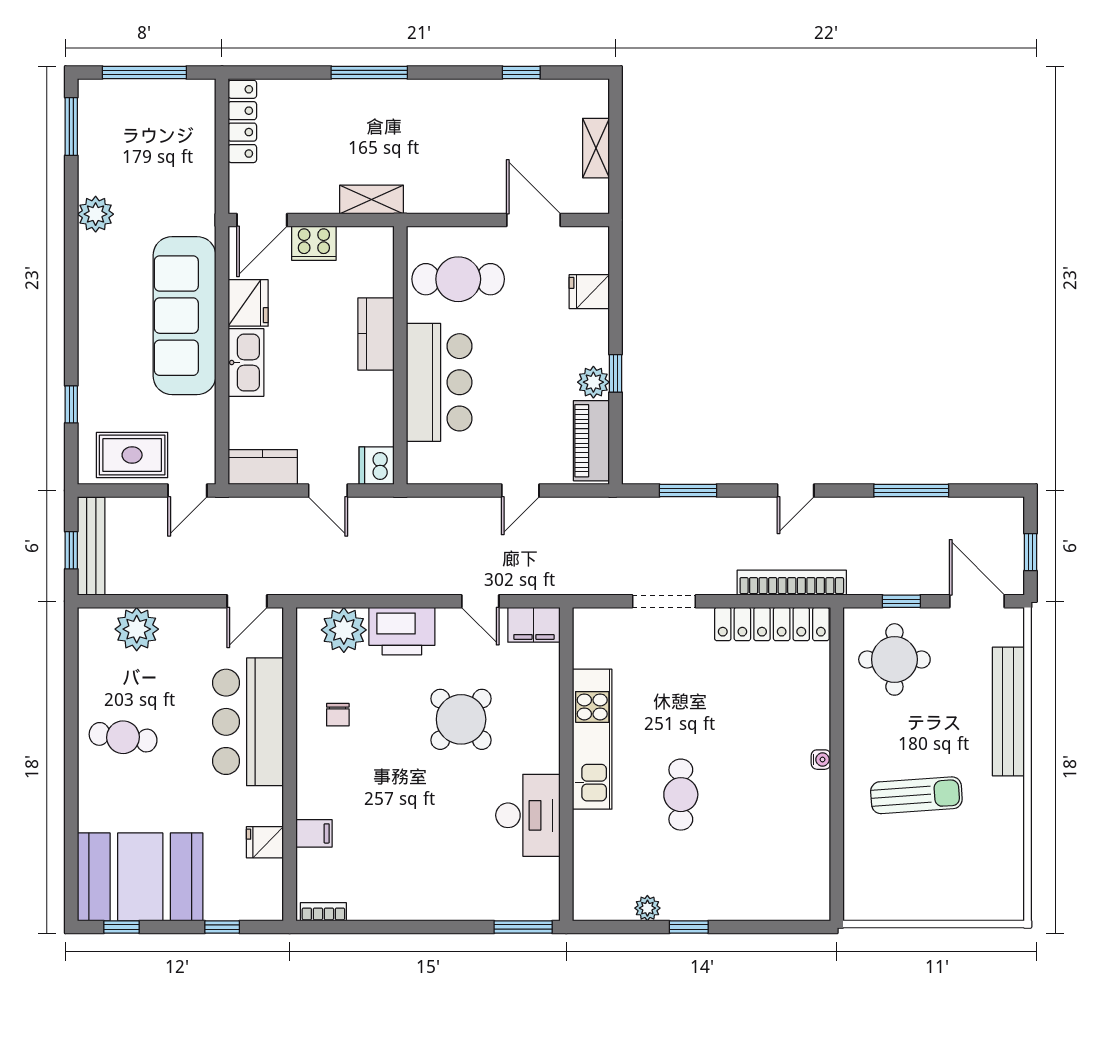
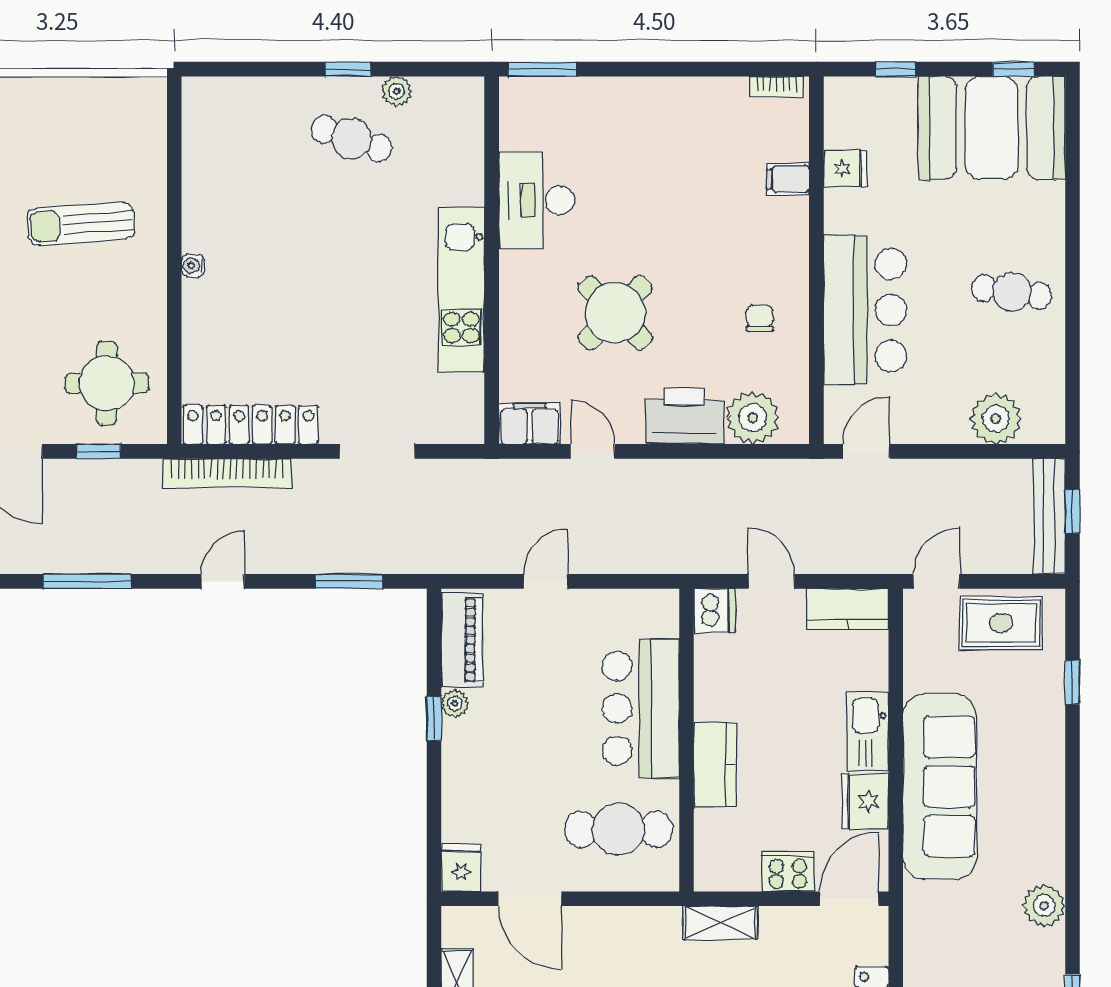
fridge: (589, 292) -> (461, 868), moved, turned -90
plant: (593, 382) -> (455, 703), width x0.73, depth x0.73
cafe table: (681, 795) -> (352, 139), moved, turned -71

